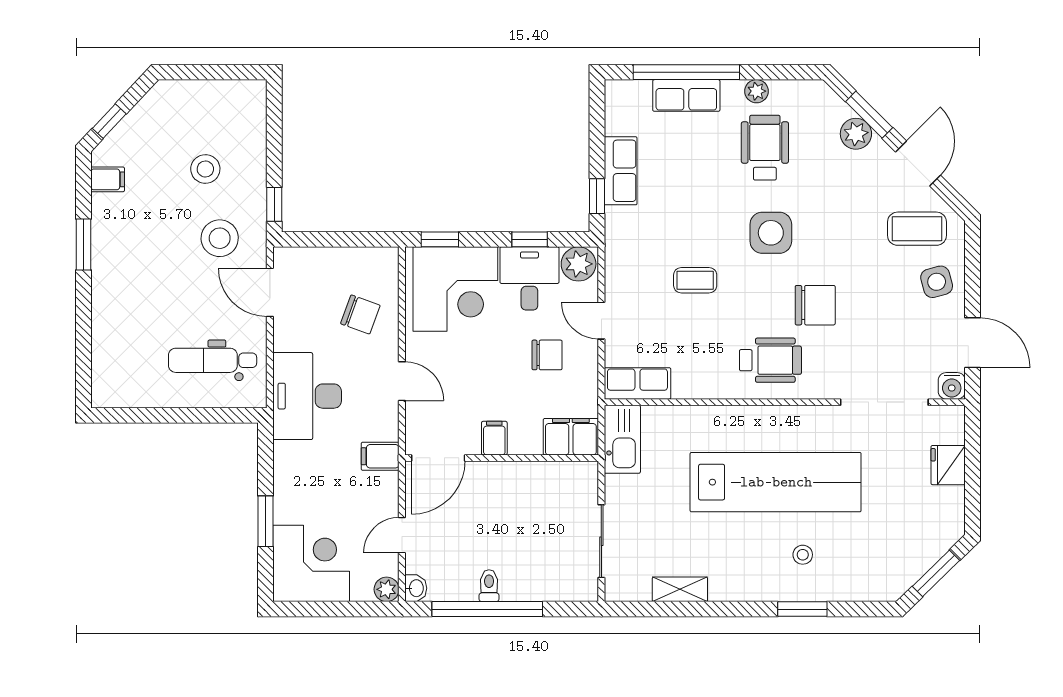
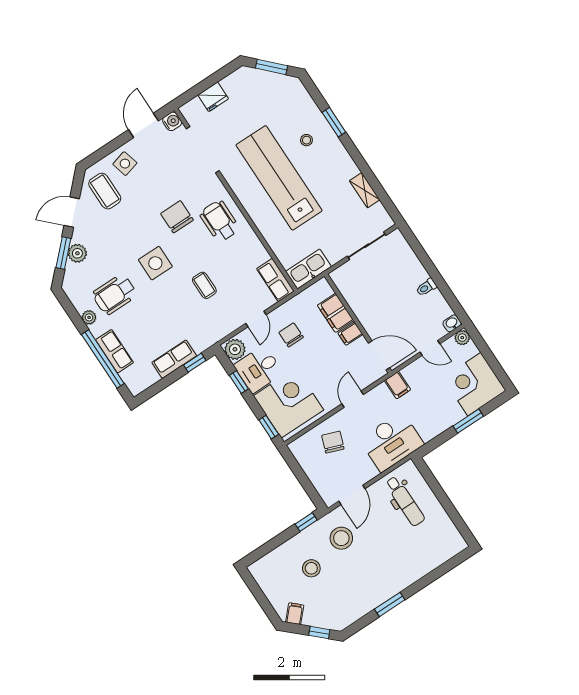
filing cabinet: (108, 179) -> (295, 614), moved, turned 43
filing cabinet: (571, 437) -> (336, 313), moved
window: (487, 609) -> (439, 280), removed

